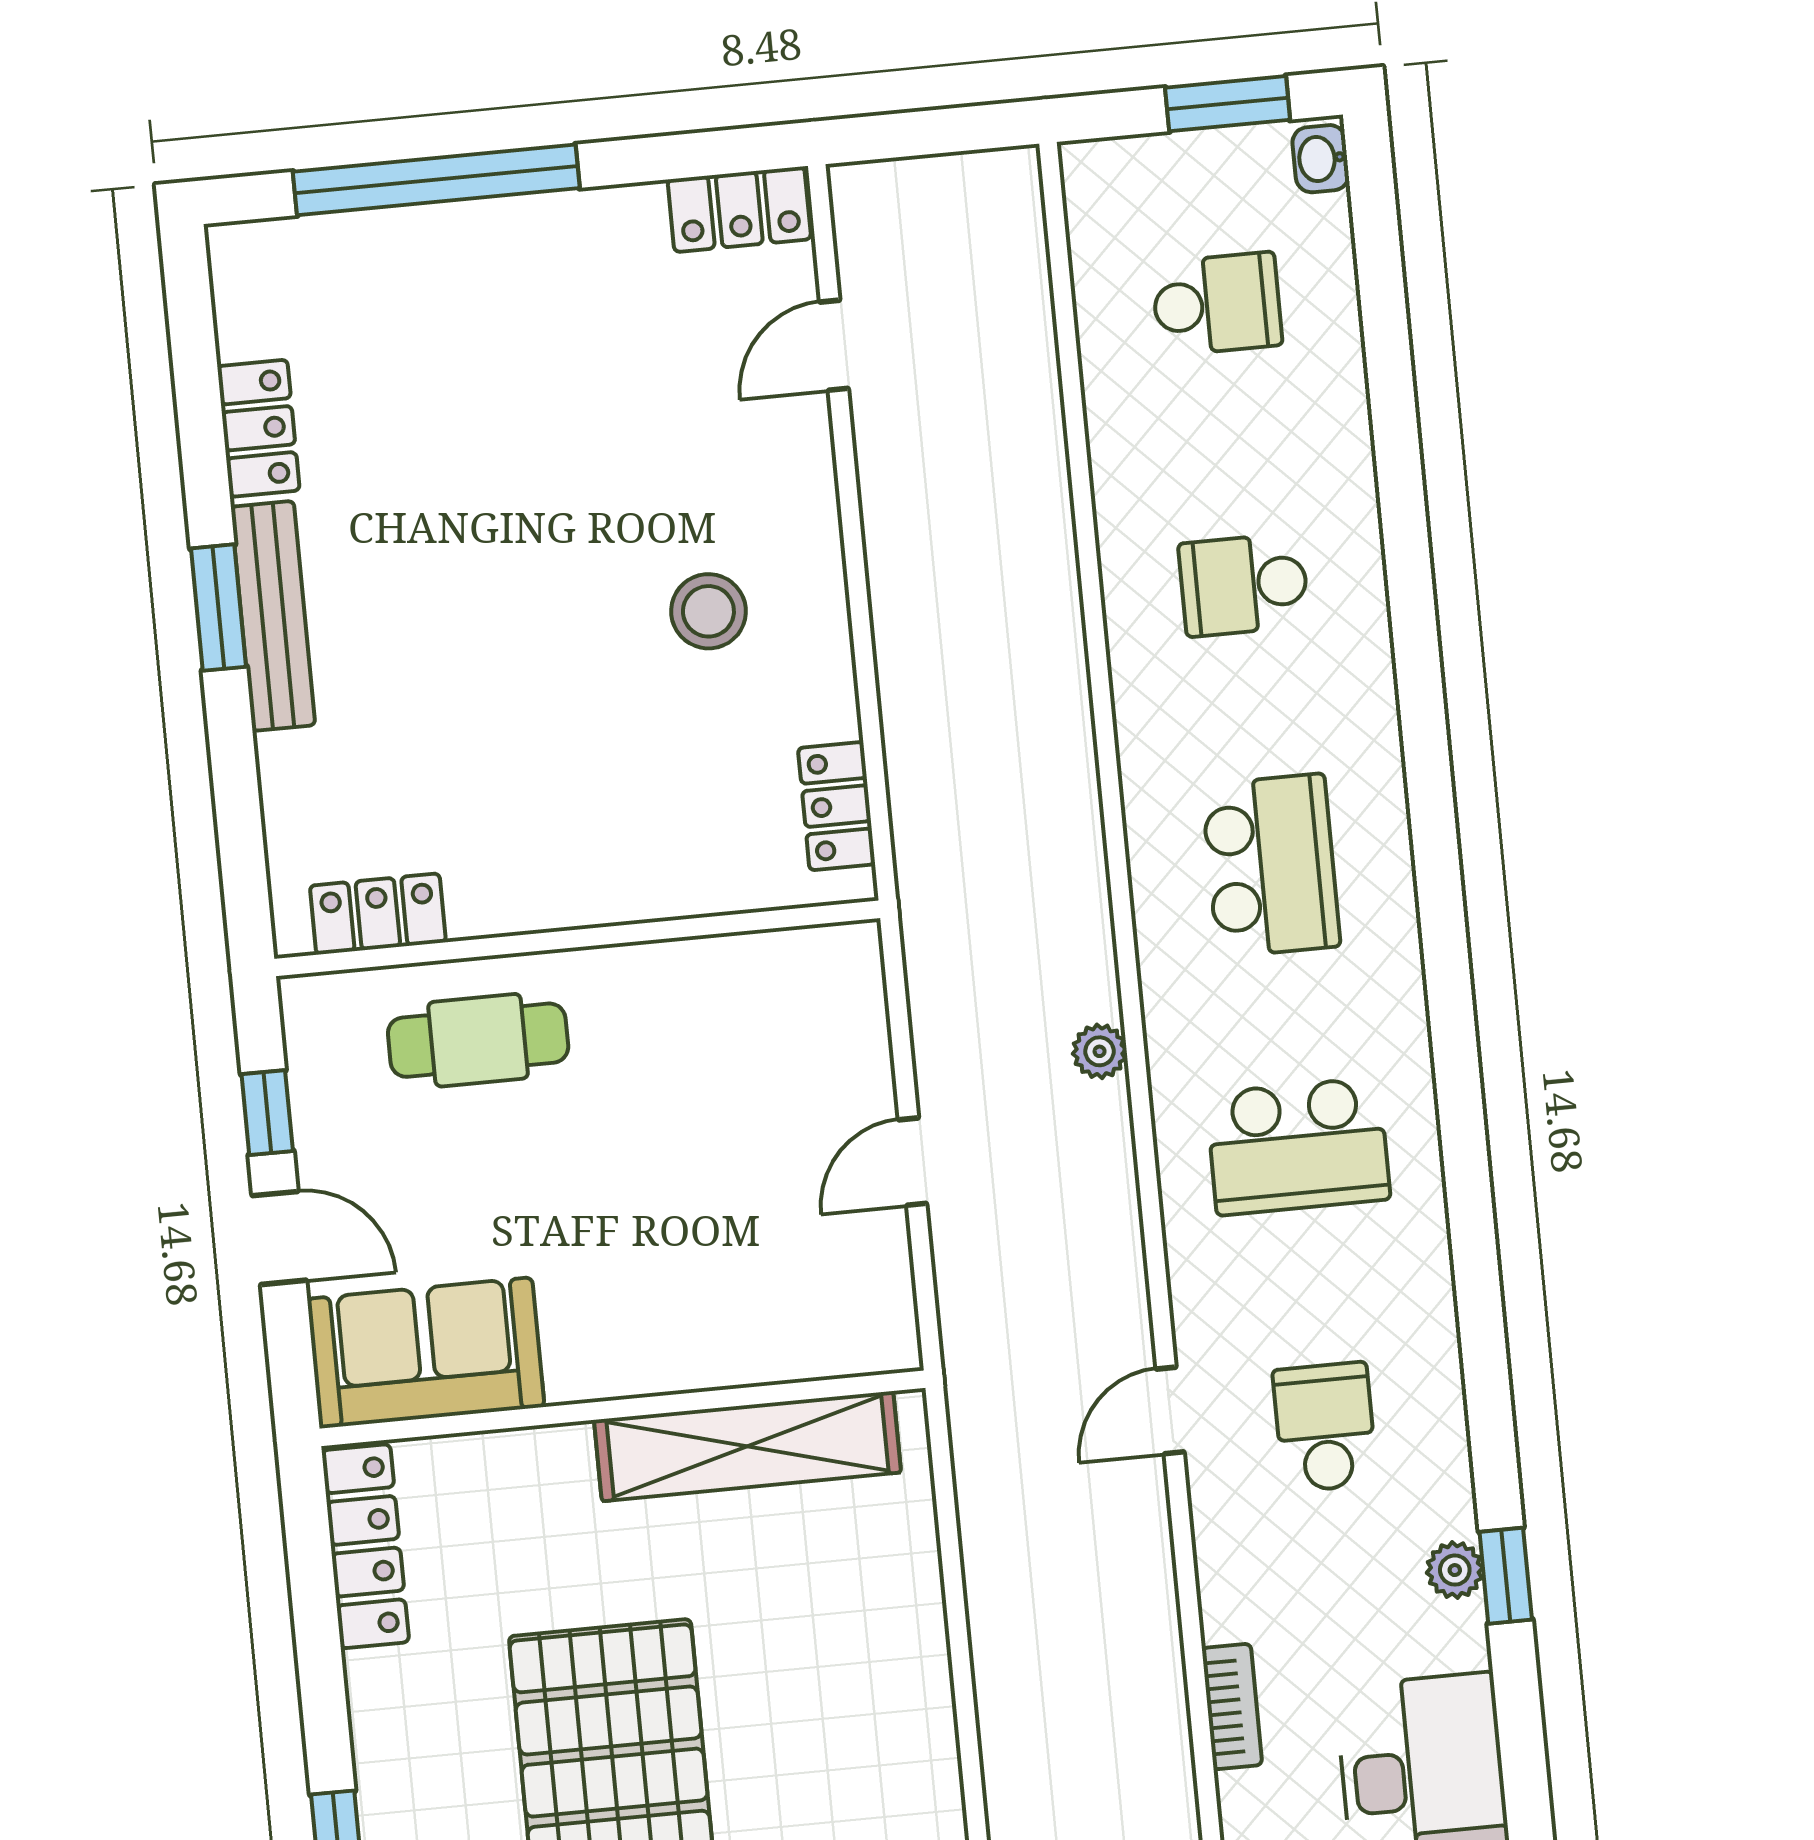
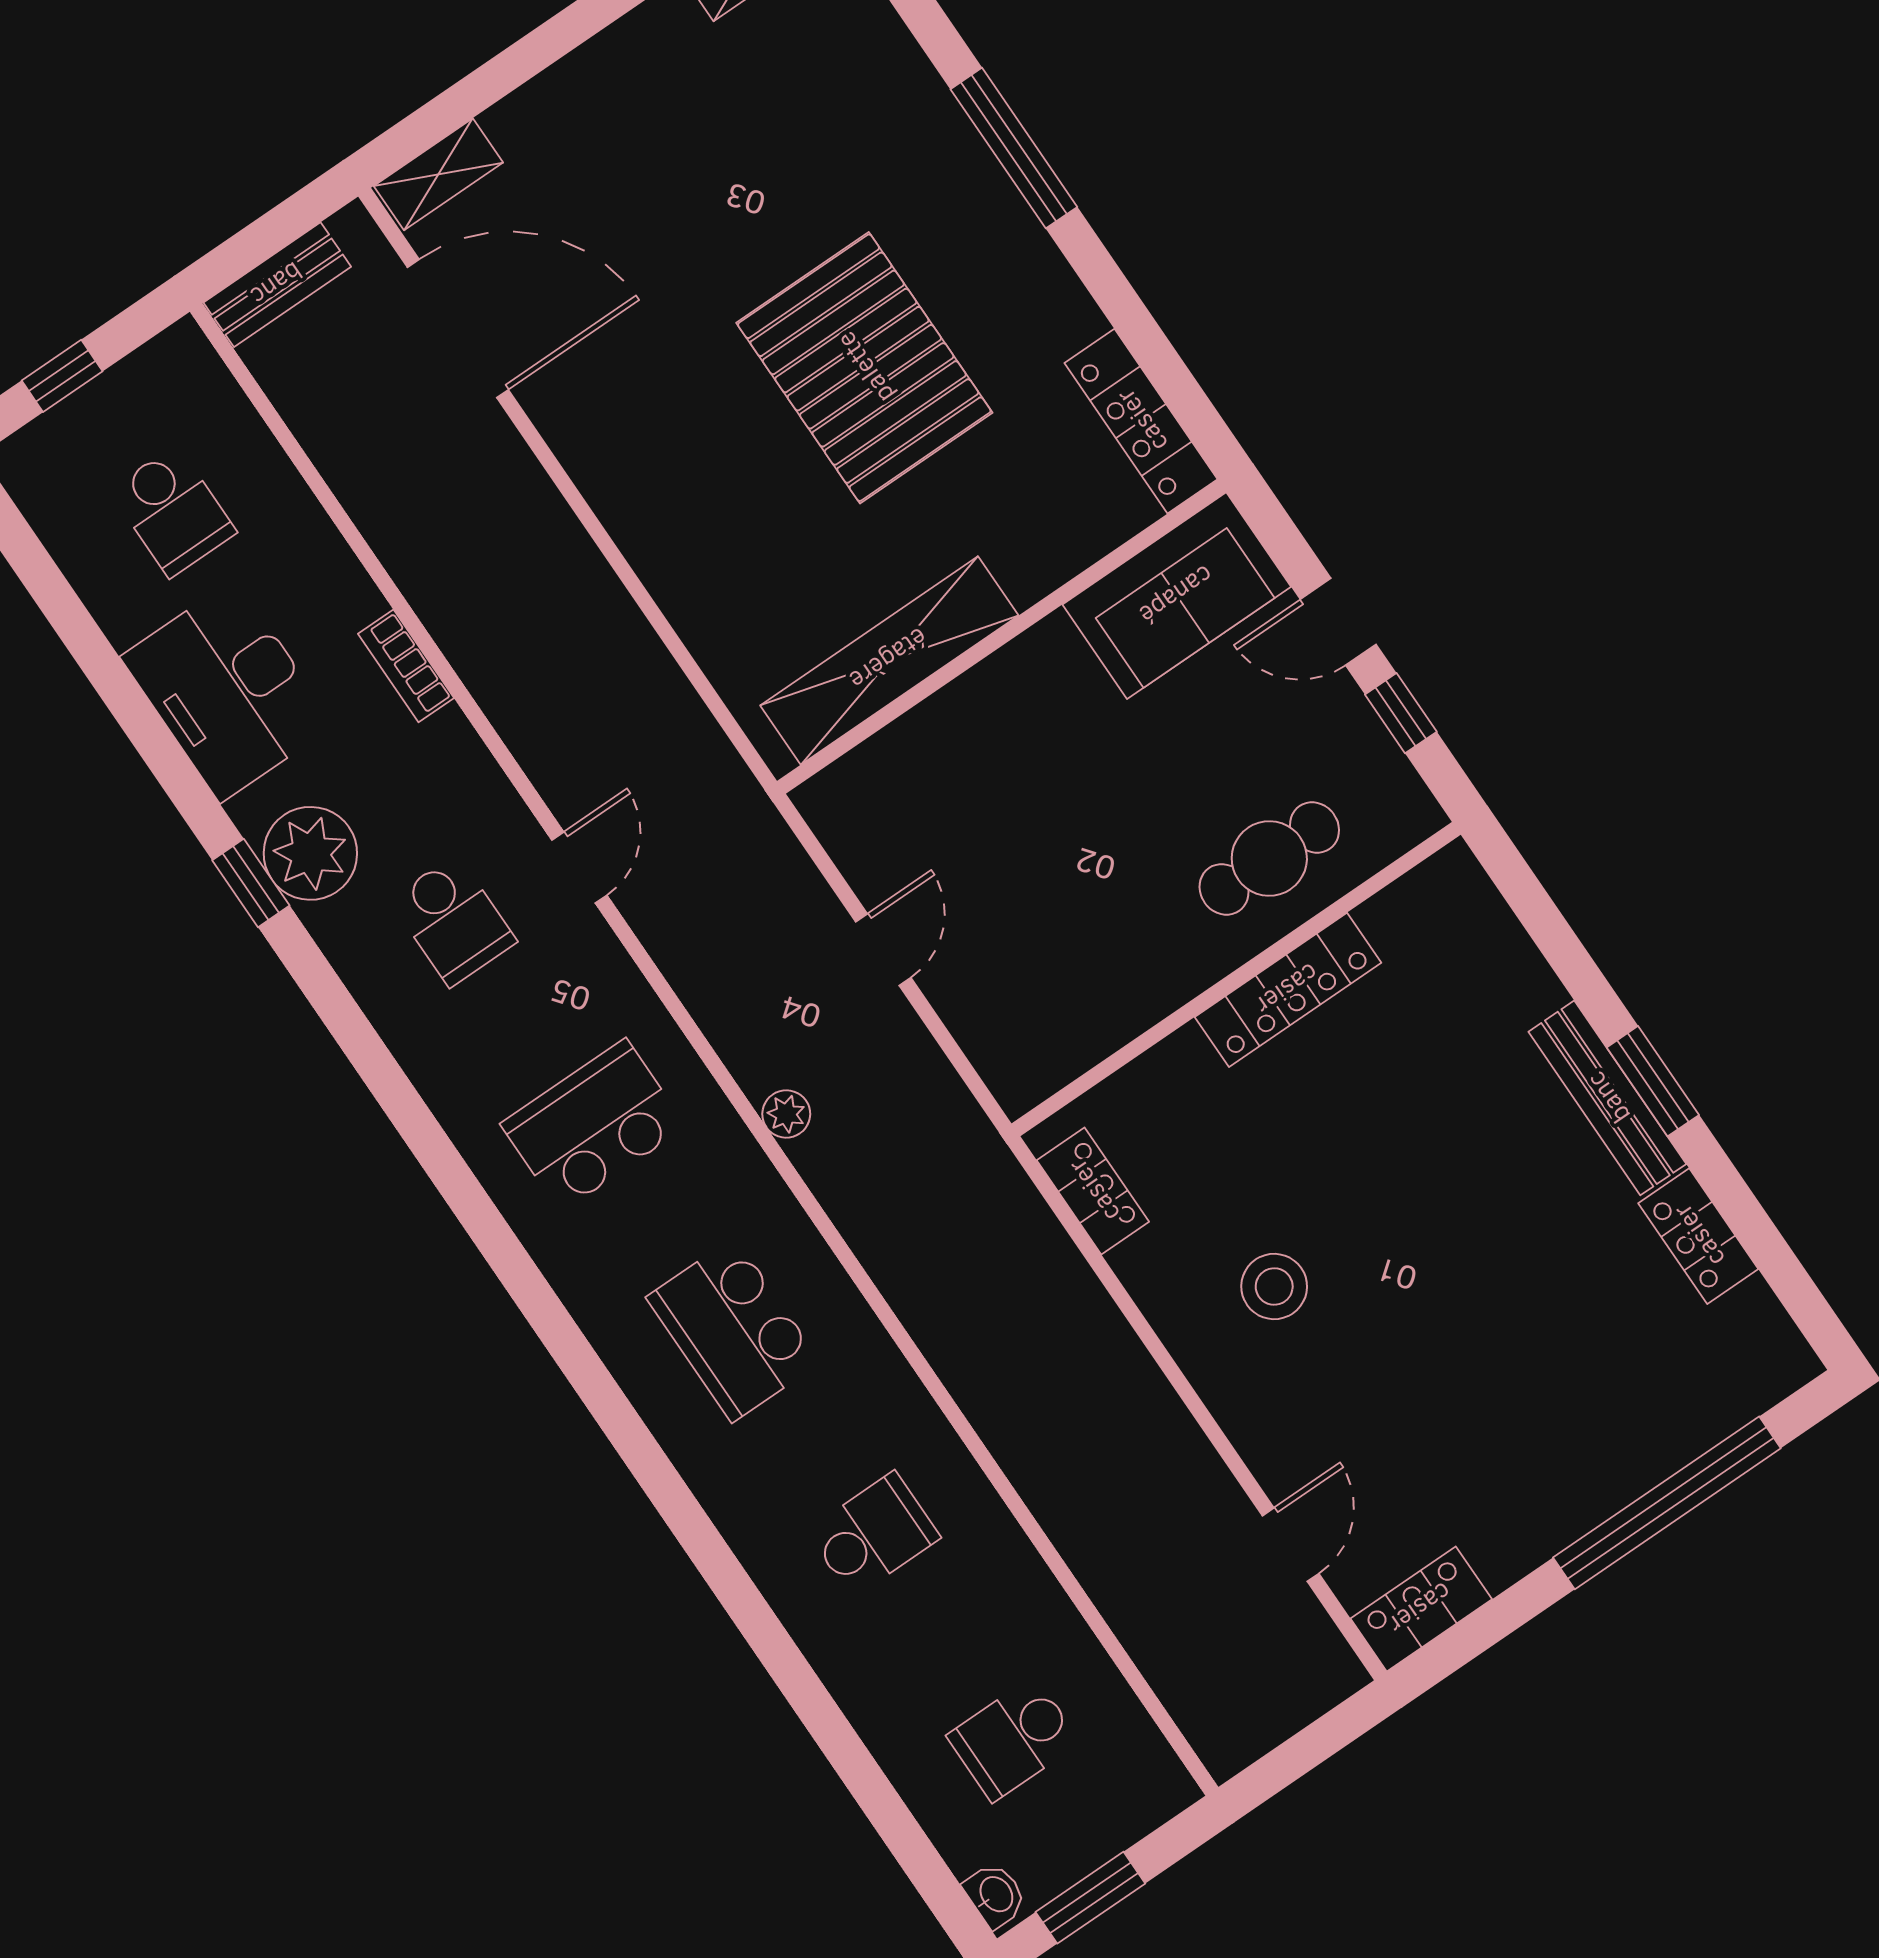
locker: (378, 914) -> (1288, 990), moved, width x1.53
plant: (1455, 1570) -> (310, 853), width x1.88, depth x1.88

